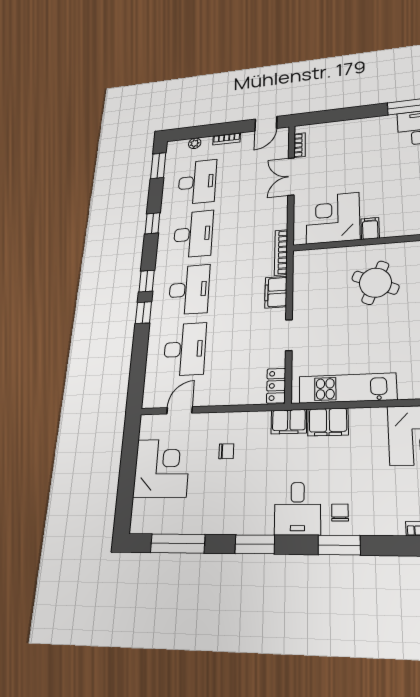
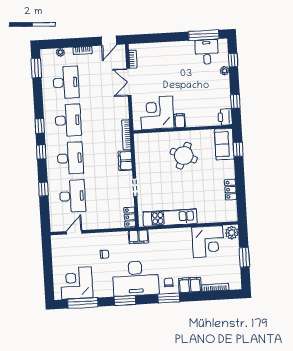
window: (152, 223) -> (40, 126), moved
window: (143, 313) -> (43, 189), moved
filing cabinet: (328, 422) -> (190, 285), moved, turned 180
corner desk: (162, 468) -> (76, 283), moved, turned -90
desk: (298, 508) -> (136, 278), width x1.87, depth x1.30

